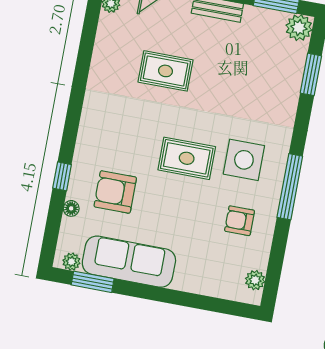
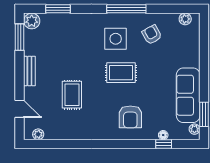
rug: (187, 158) -> (121, 73), turned 90
window: (62, 176) -> (164, 144), moved
armchair: (115, 192) -> (130, 117), moved
armchair: (240, 221) -> (152, 35), turned 151

